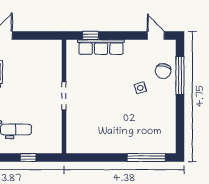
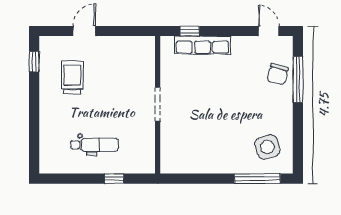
side table: (140, 88) -> (267, 147), moved, width x1.87, depth x1.87

